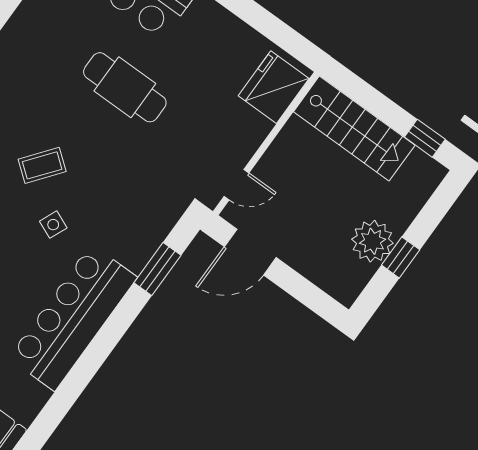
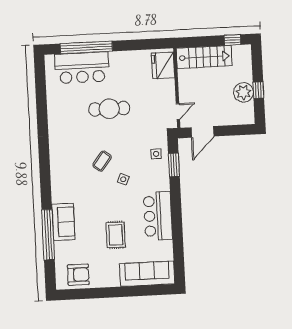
side table: (143, 226) -> (156, 154), added
bar counter: (73, 318) -> (158, 216), width x0.73

